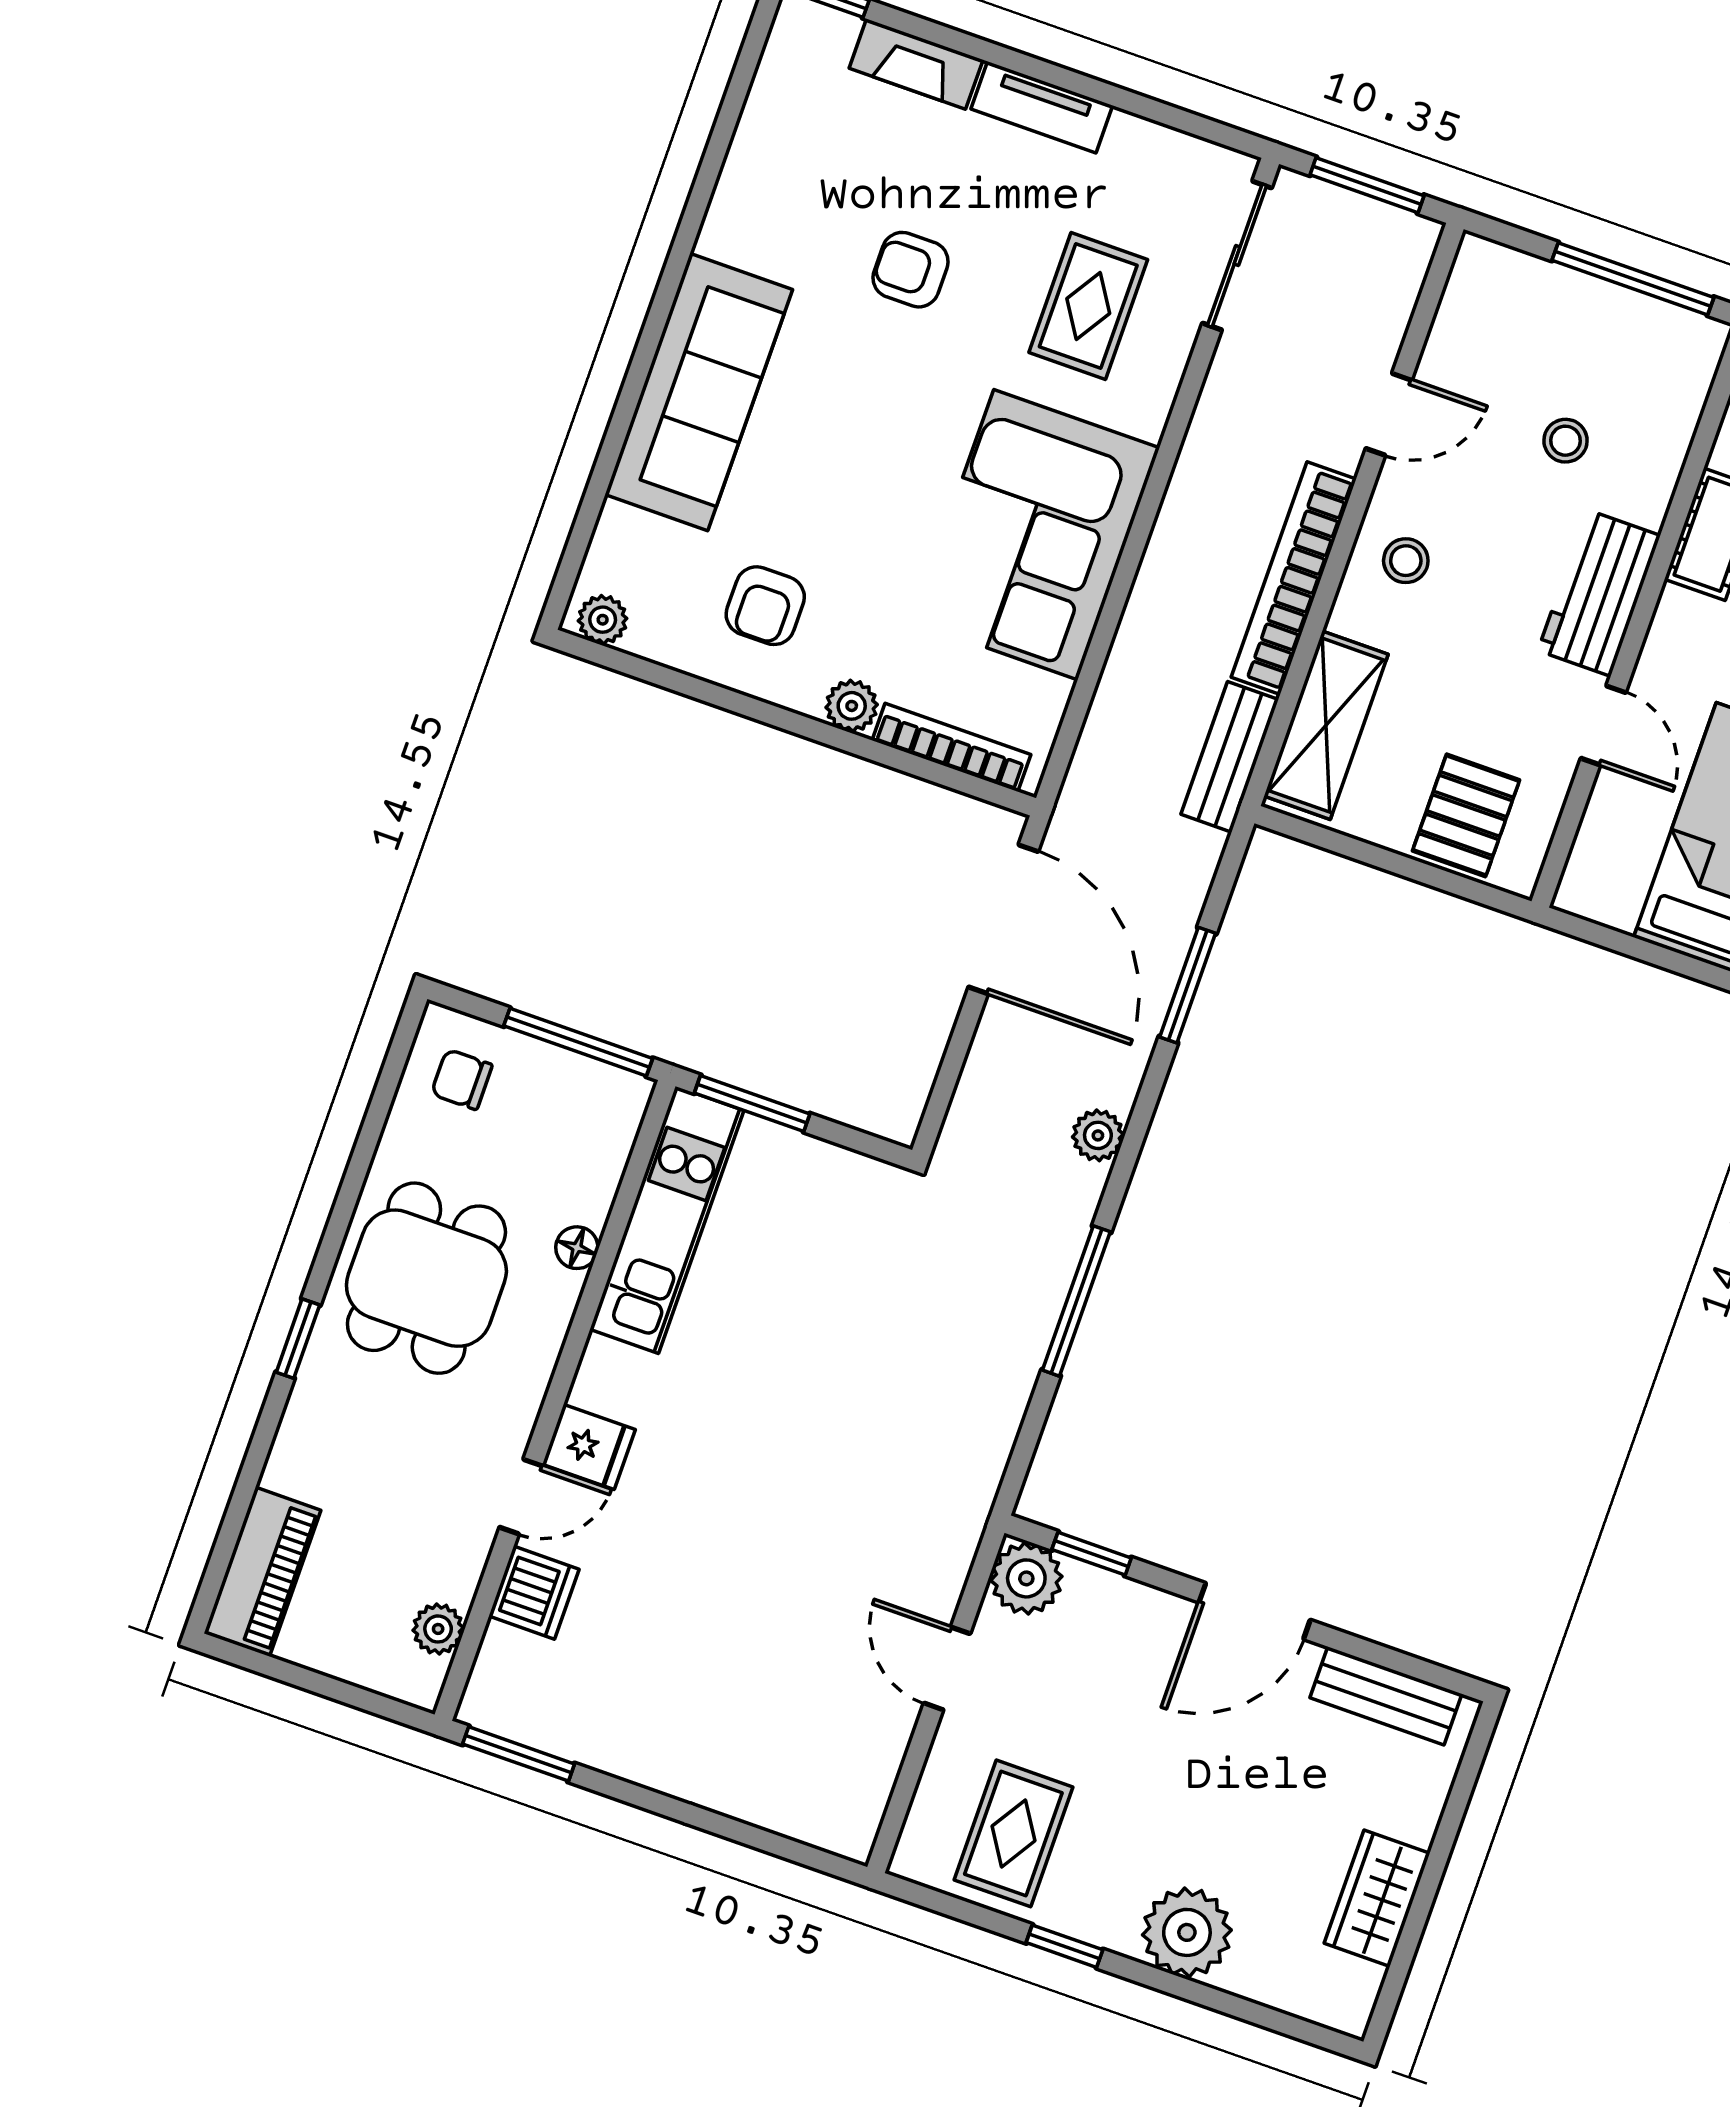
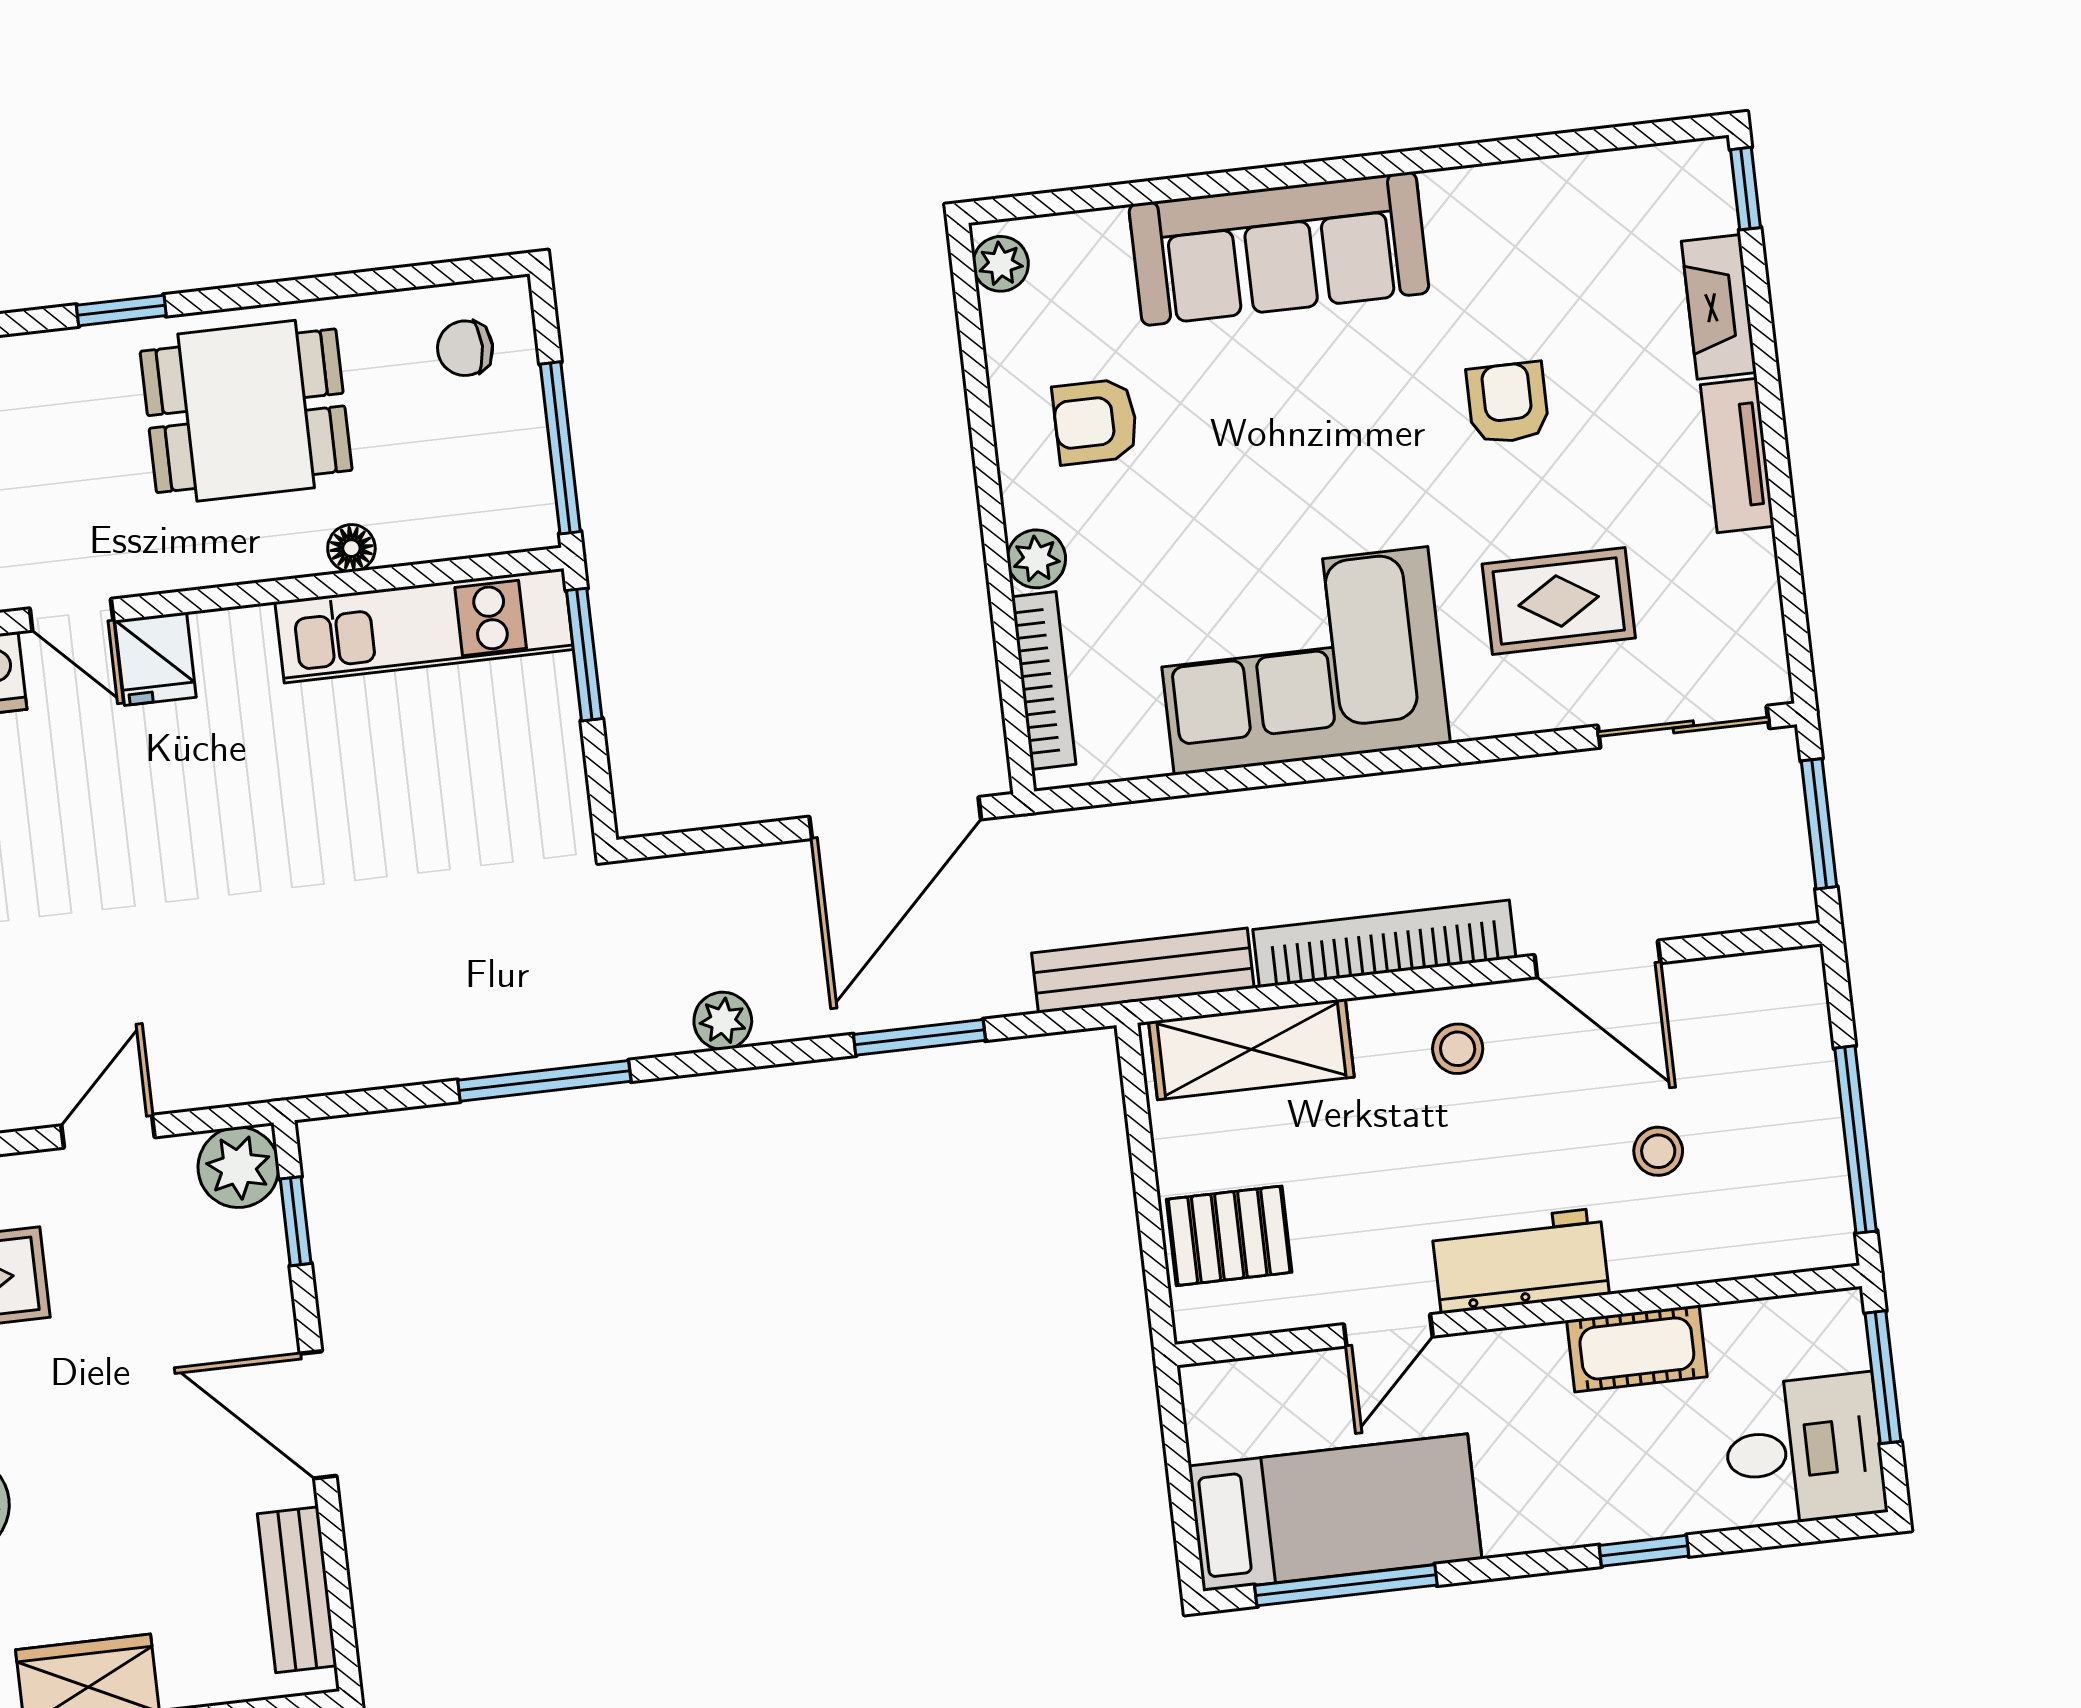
door: (1389, 414) -> (1597, 959), width x1.38
bench: (1230, 757) -> (1143, 971), width x1.36
chair: (462, 1079) -> (465, 348), turned -90

